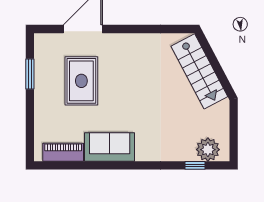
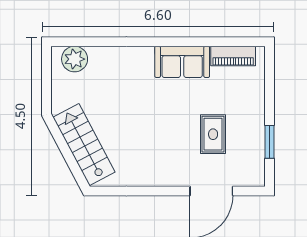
rug: (81, 81) -> (213, 134), width x0.73, depth x0.70
window: (195, 165) -> (89, 42), removed

